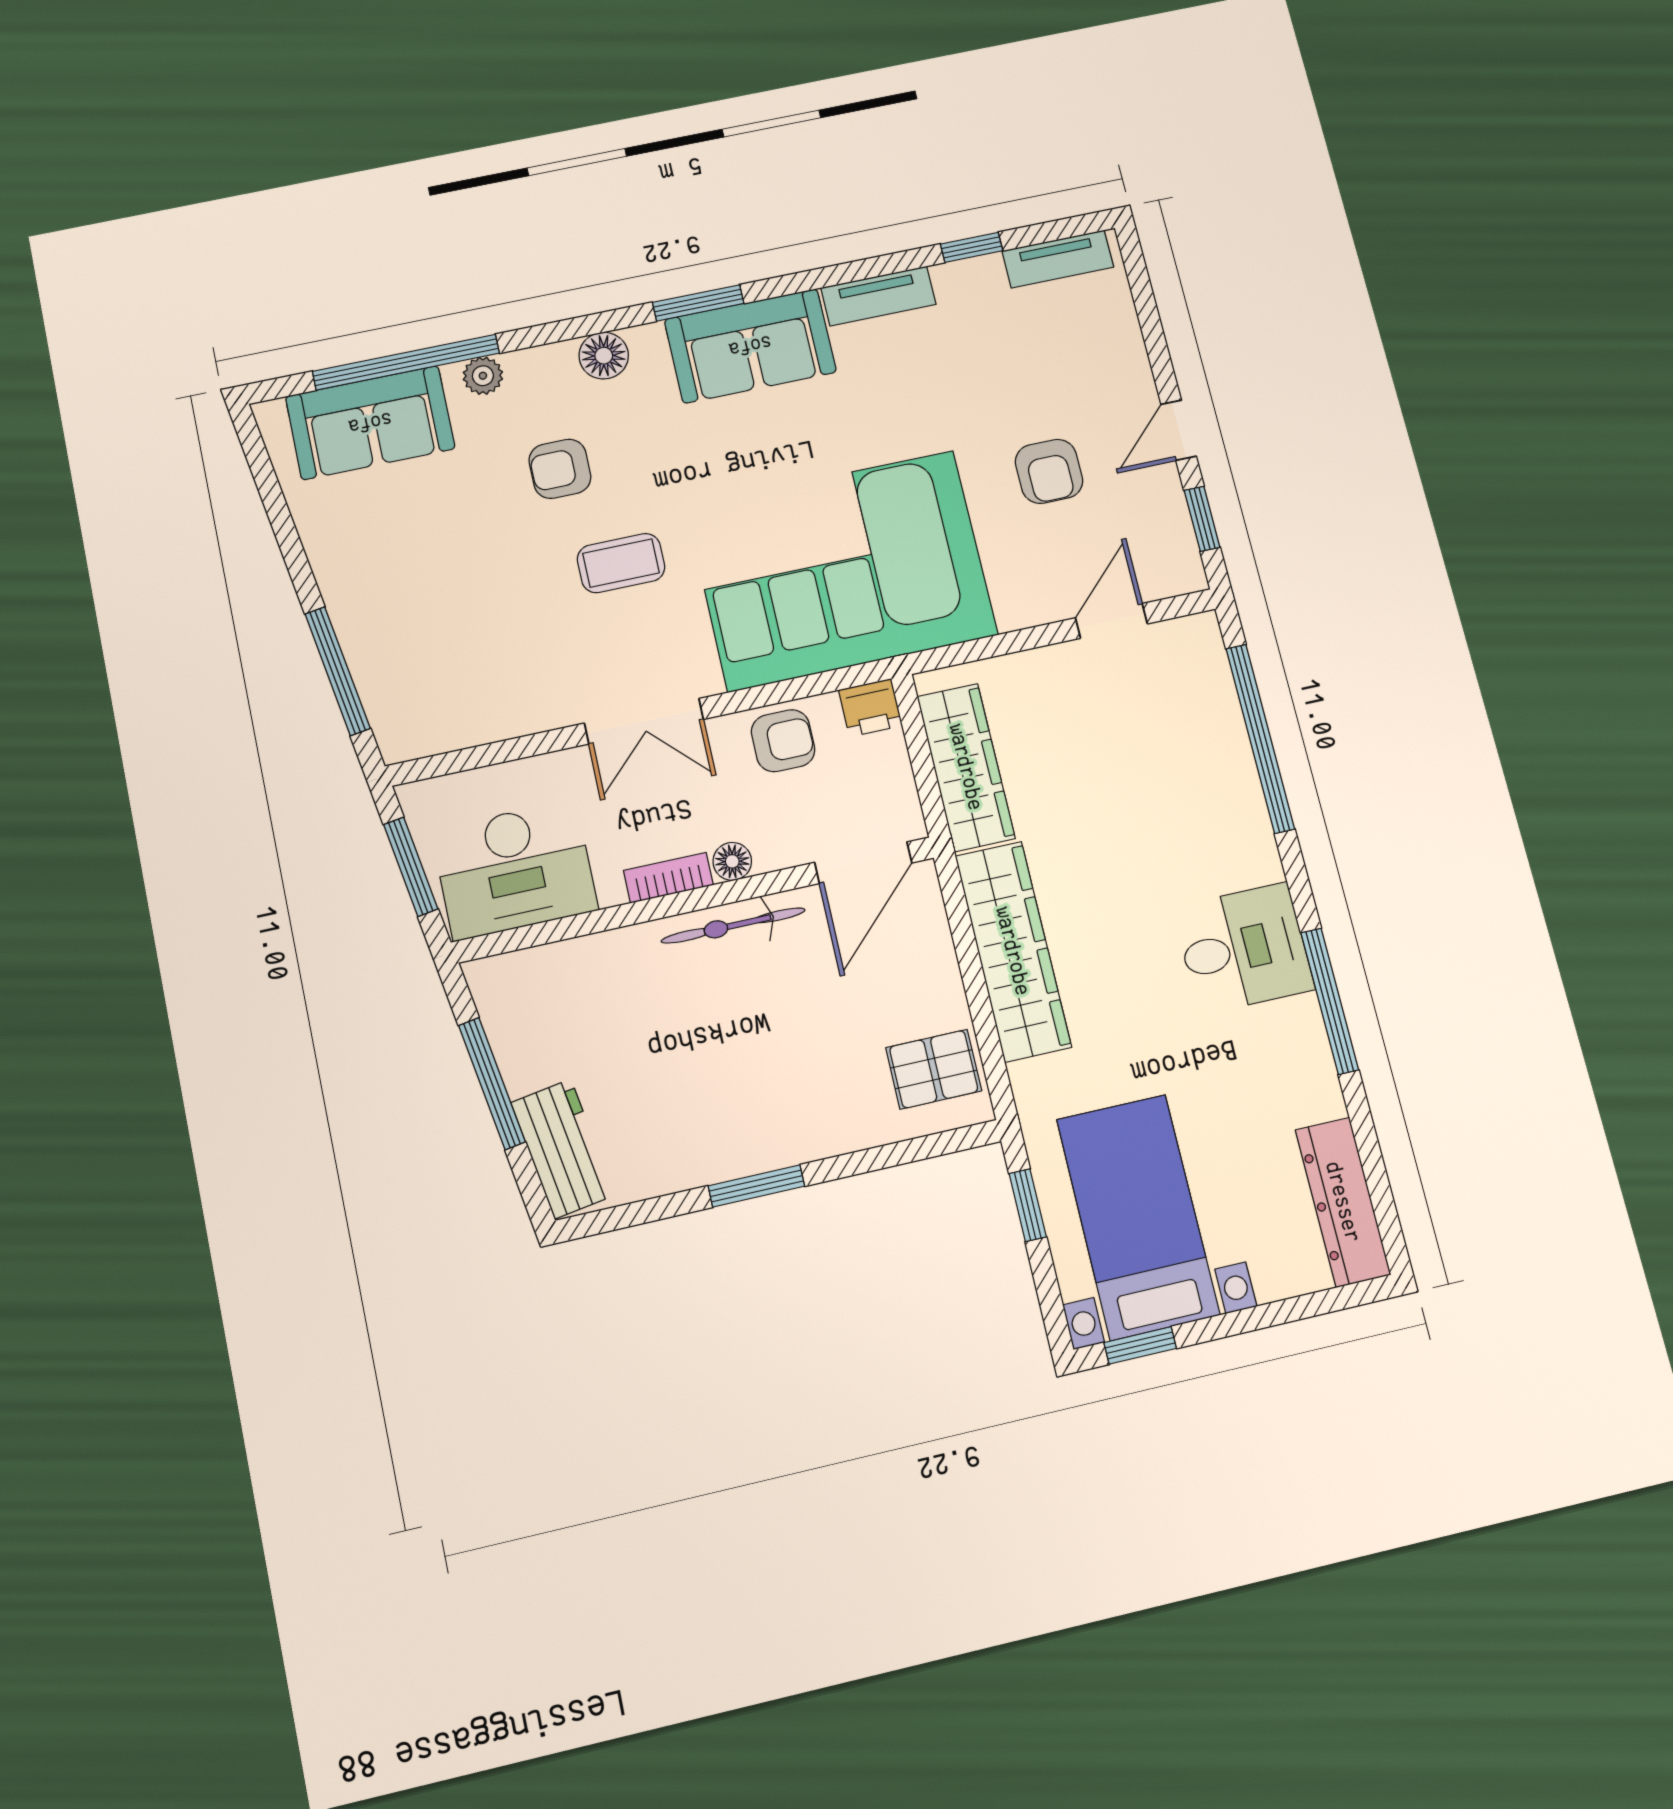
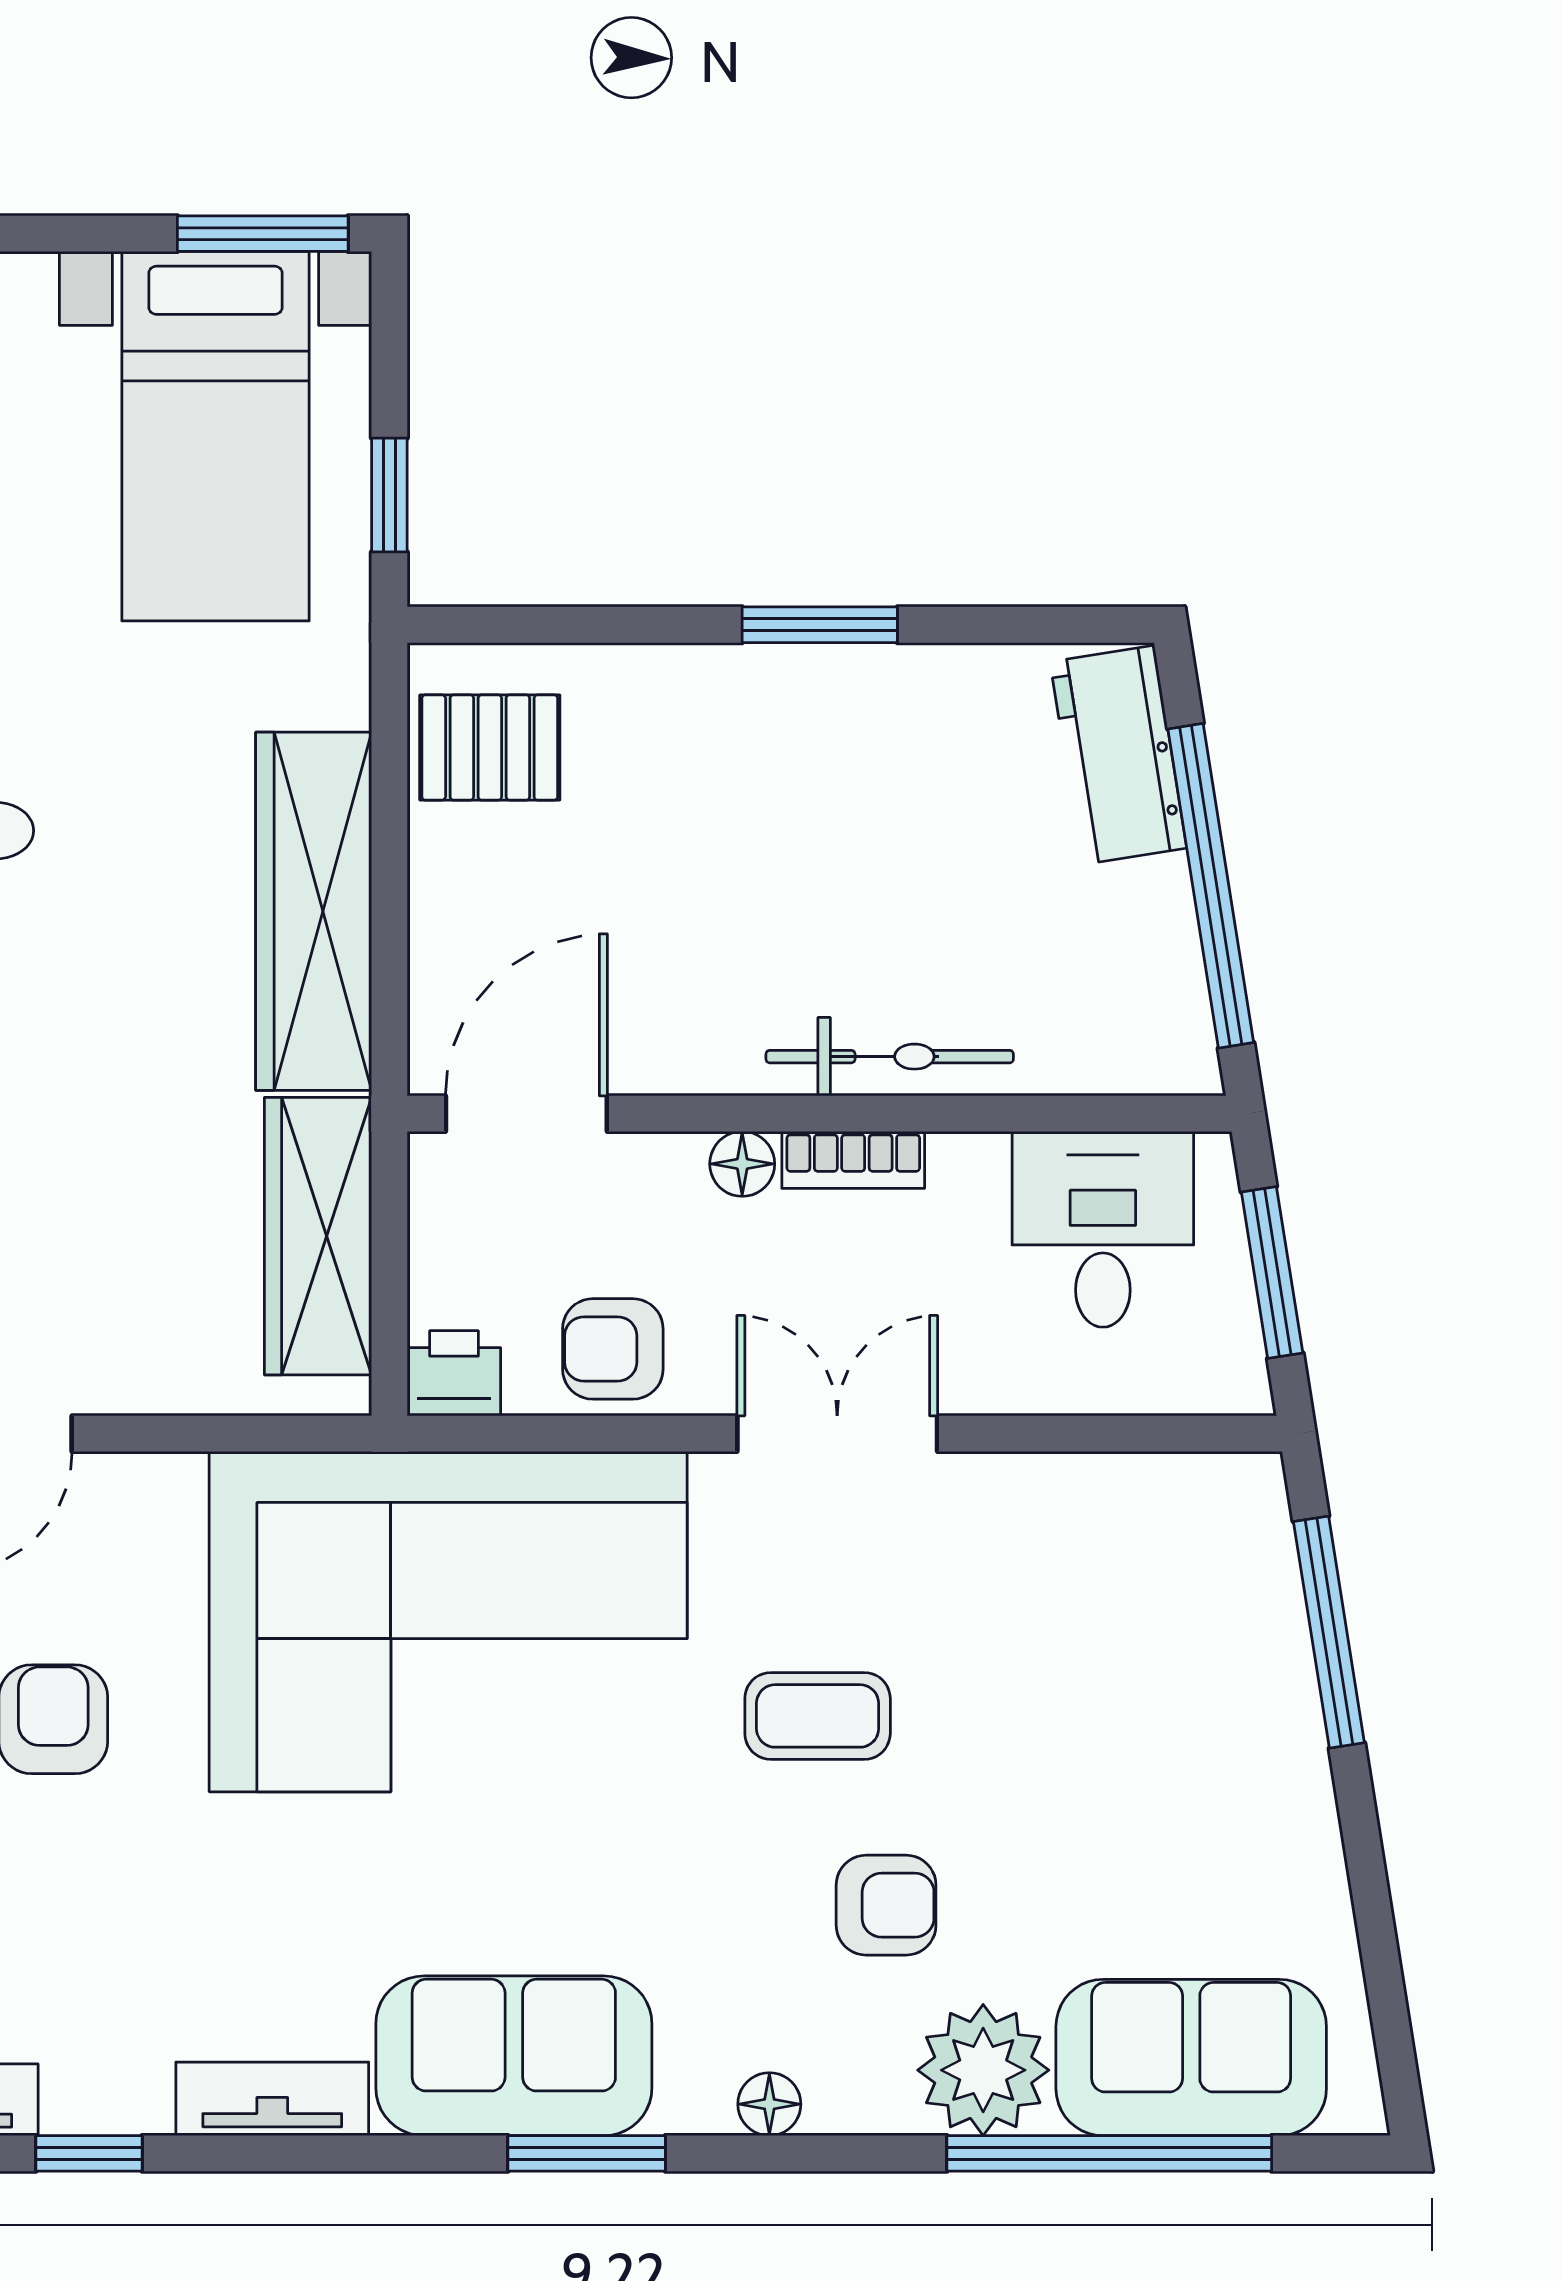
floor lamp: (604, 356) -> (769, 2104), width x0.73, depth x0.73
plant: (483, 376) -> (983, 2070), width x1.88, depth x1.88
desk: (515, 870) -> (1103, 1229), width x0.73
bicycle: (733, 926) -> (890, 1057), moved
window: (492, 1084) -> (1211, 886), width x1.46
window: (1140, 1345) -> (263, 234), width x1.50

